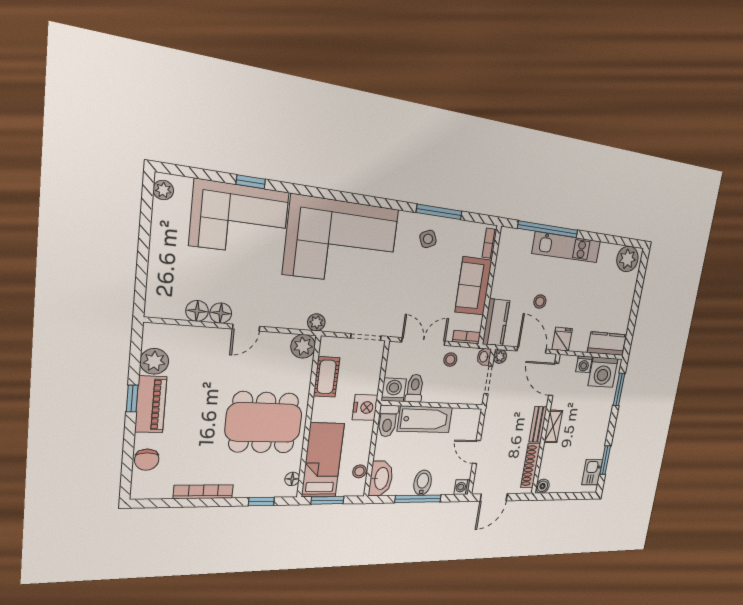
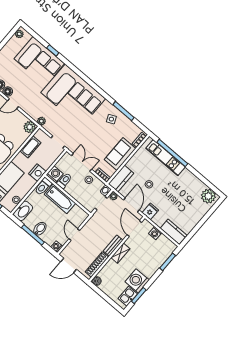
kitchen unit: (567, 247) -> (165, 158), moved
washing machine: (603, 372) -> (137, 281), moved, turned 90

